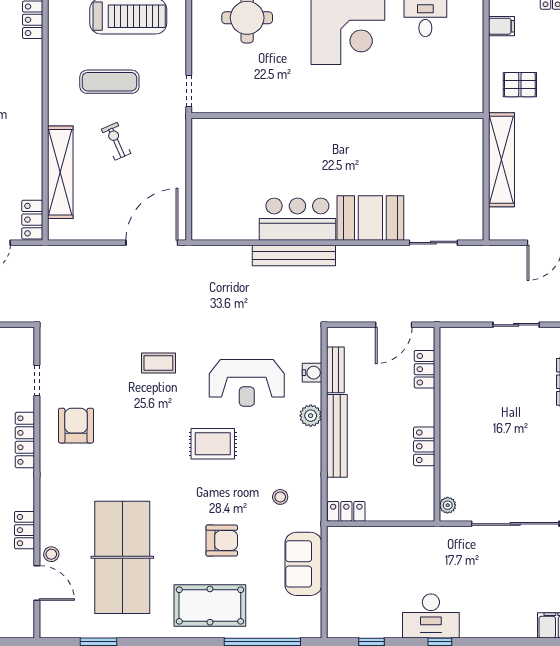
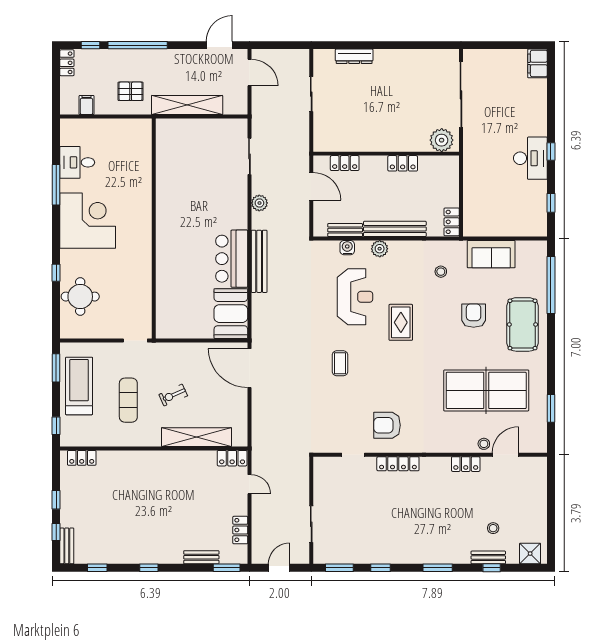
pallet: (520, 85) -> (131, 91), turned 90
booth: (370, 218) -> (231, 314), moved
plant: (371, 256) -> (259, 203), added
plant: (448, 505) -> (442, 140), width x1.88, depth x1.88

